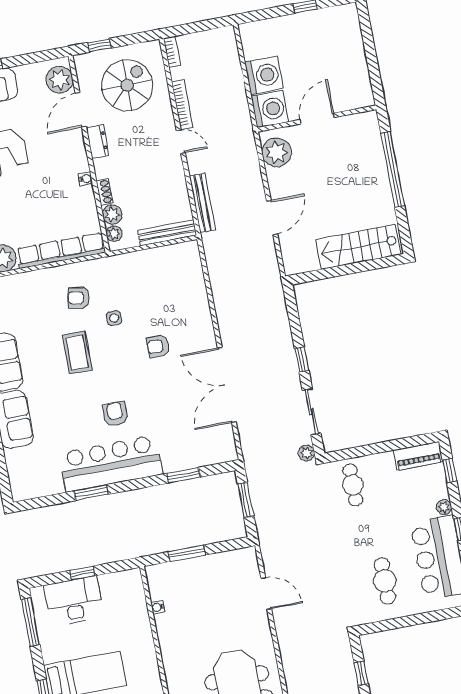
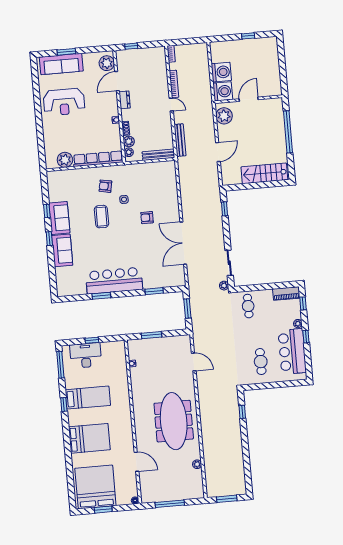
spiral stairs: (127, 85) -> (144, 70), removed
window: (302, 359) -> (224, 209), moved
armchair: (115, 414) -> (119, 253), removed

